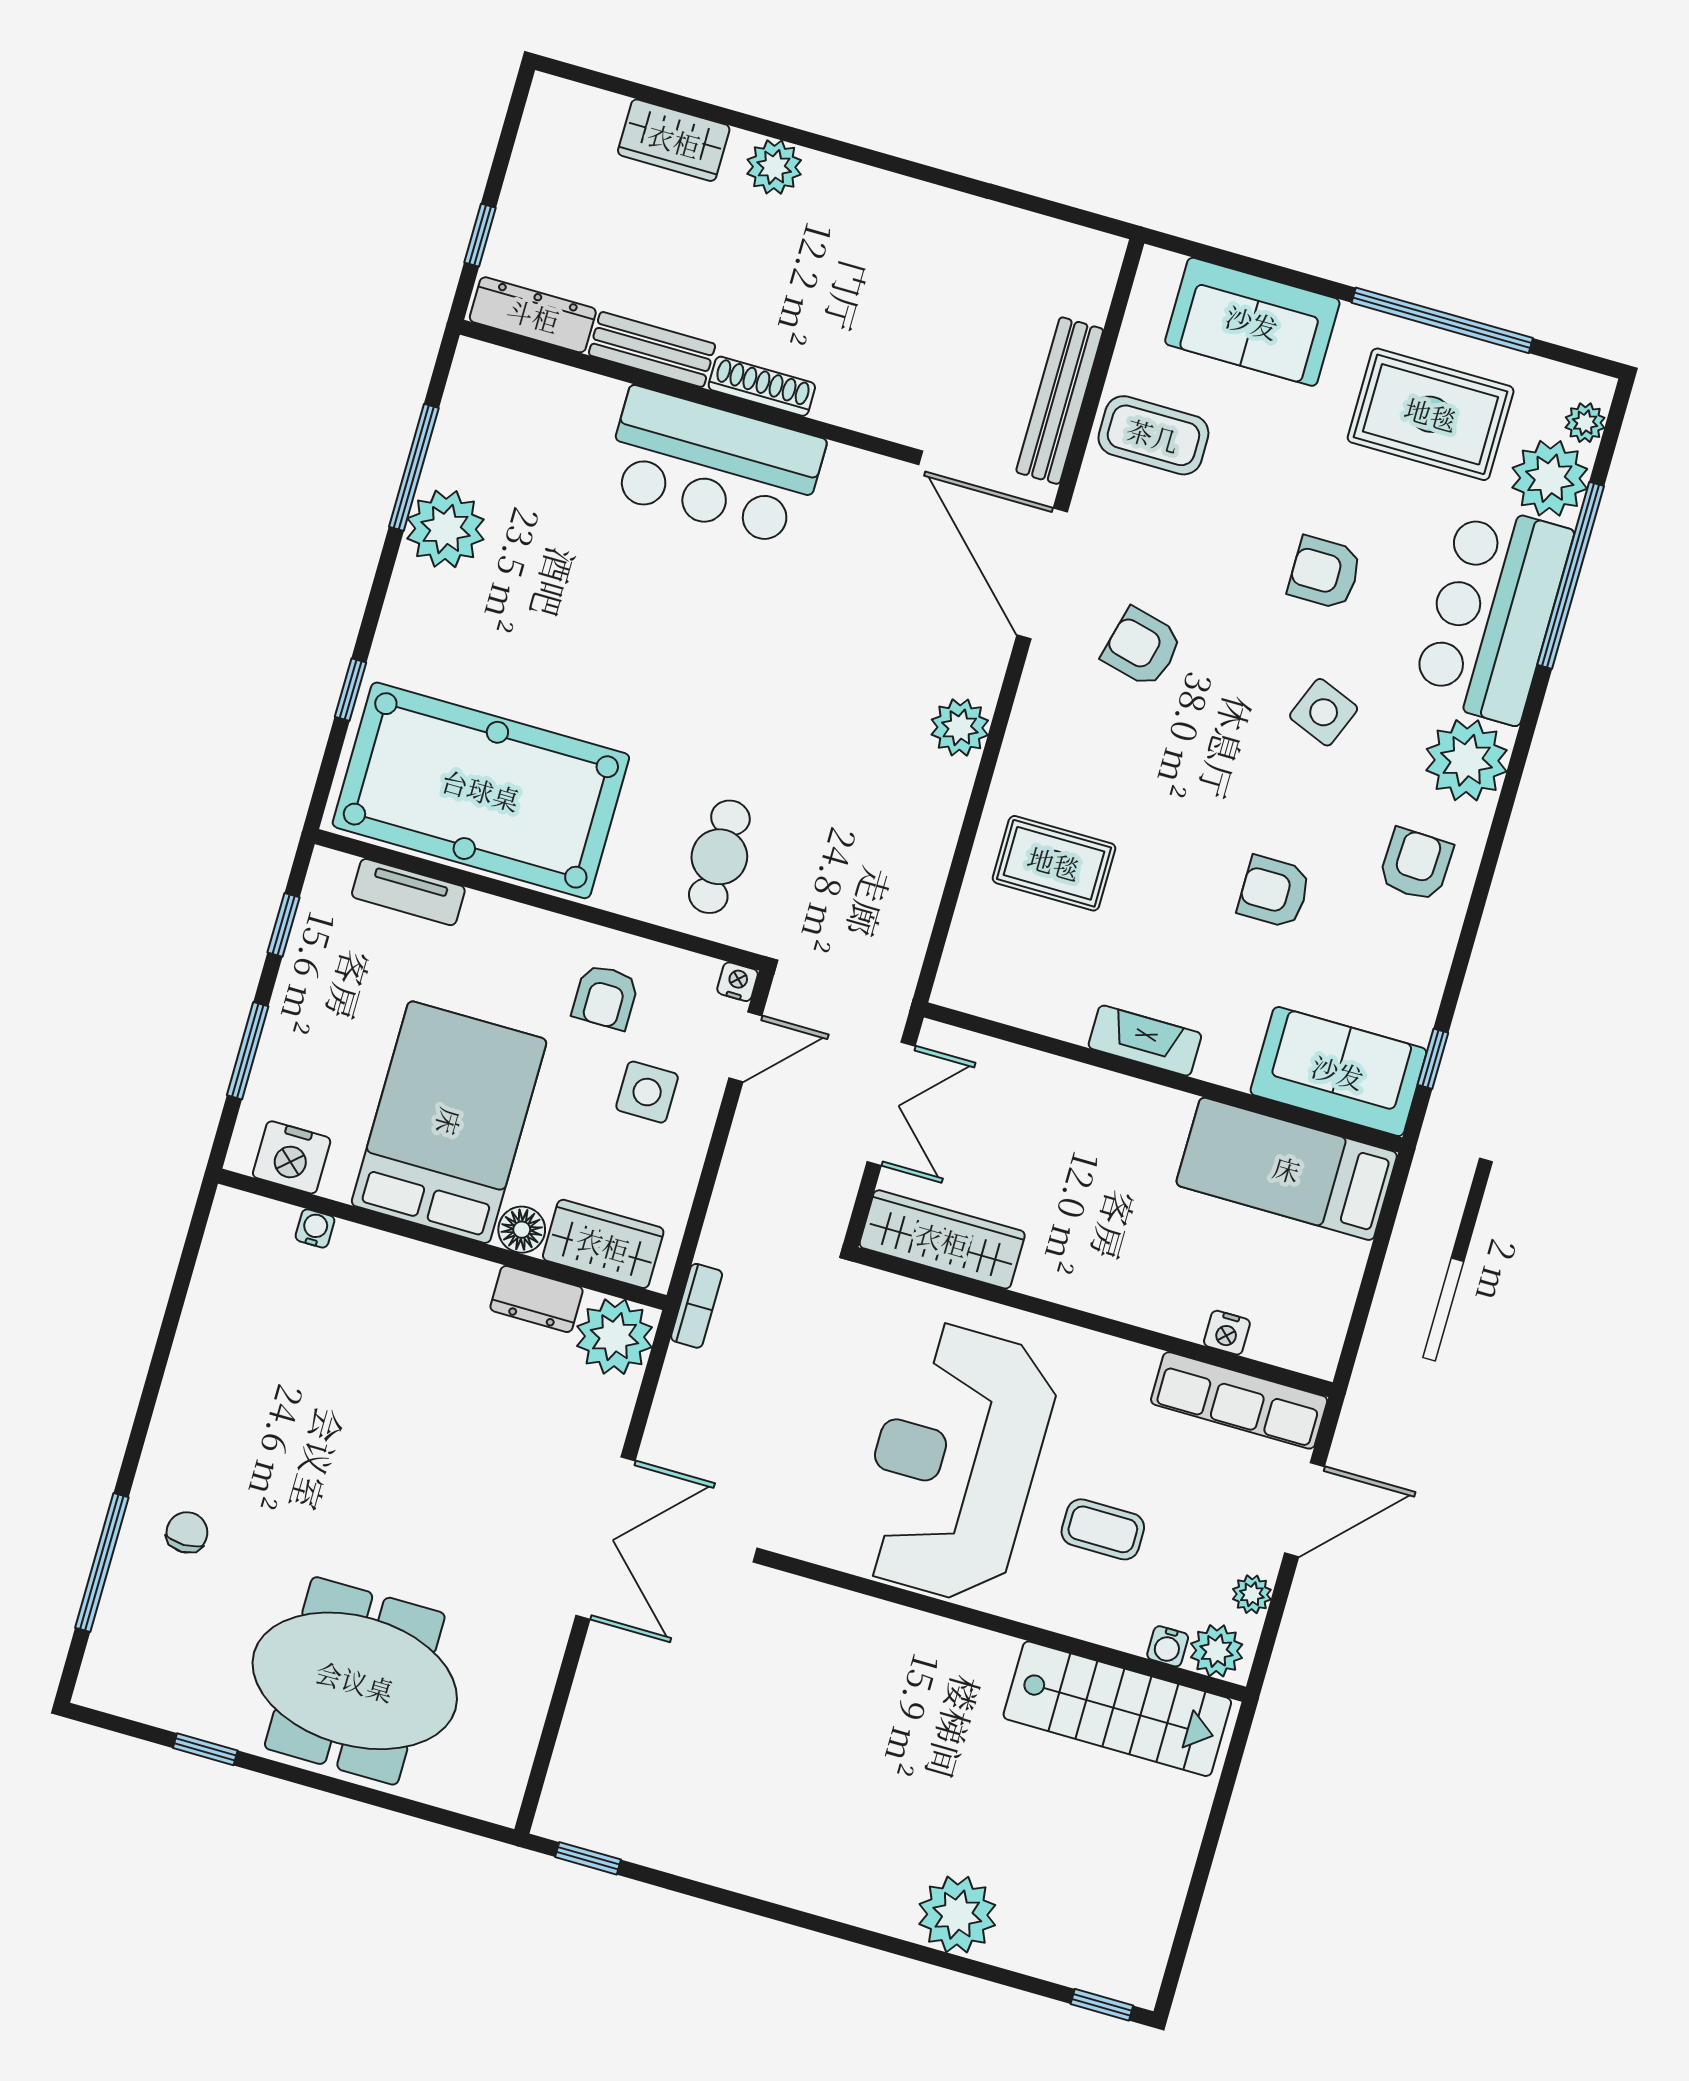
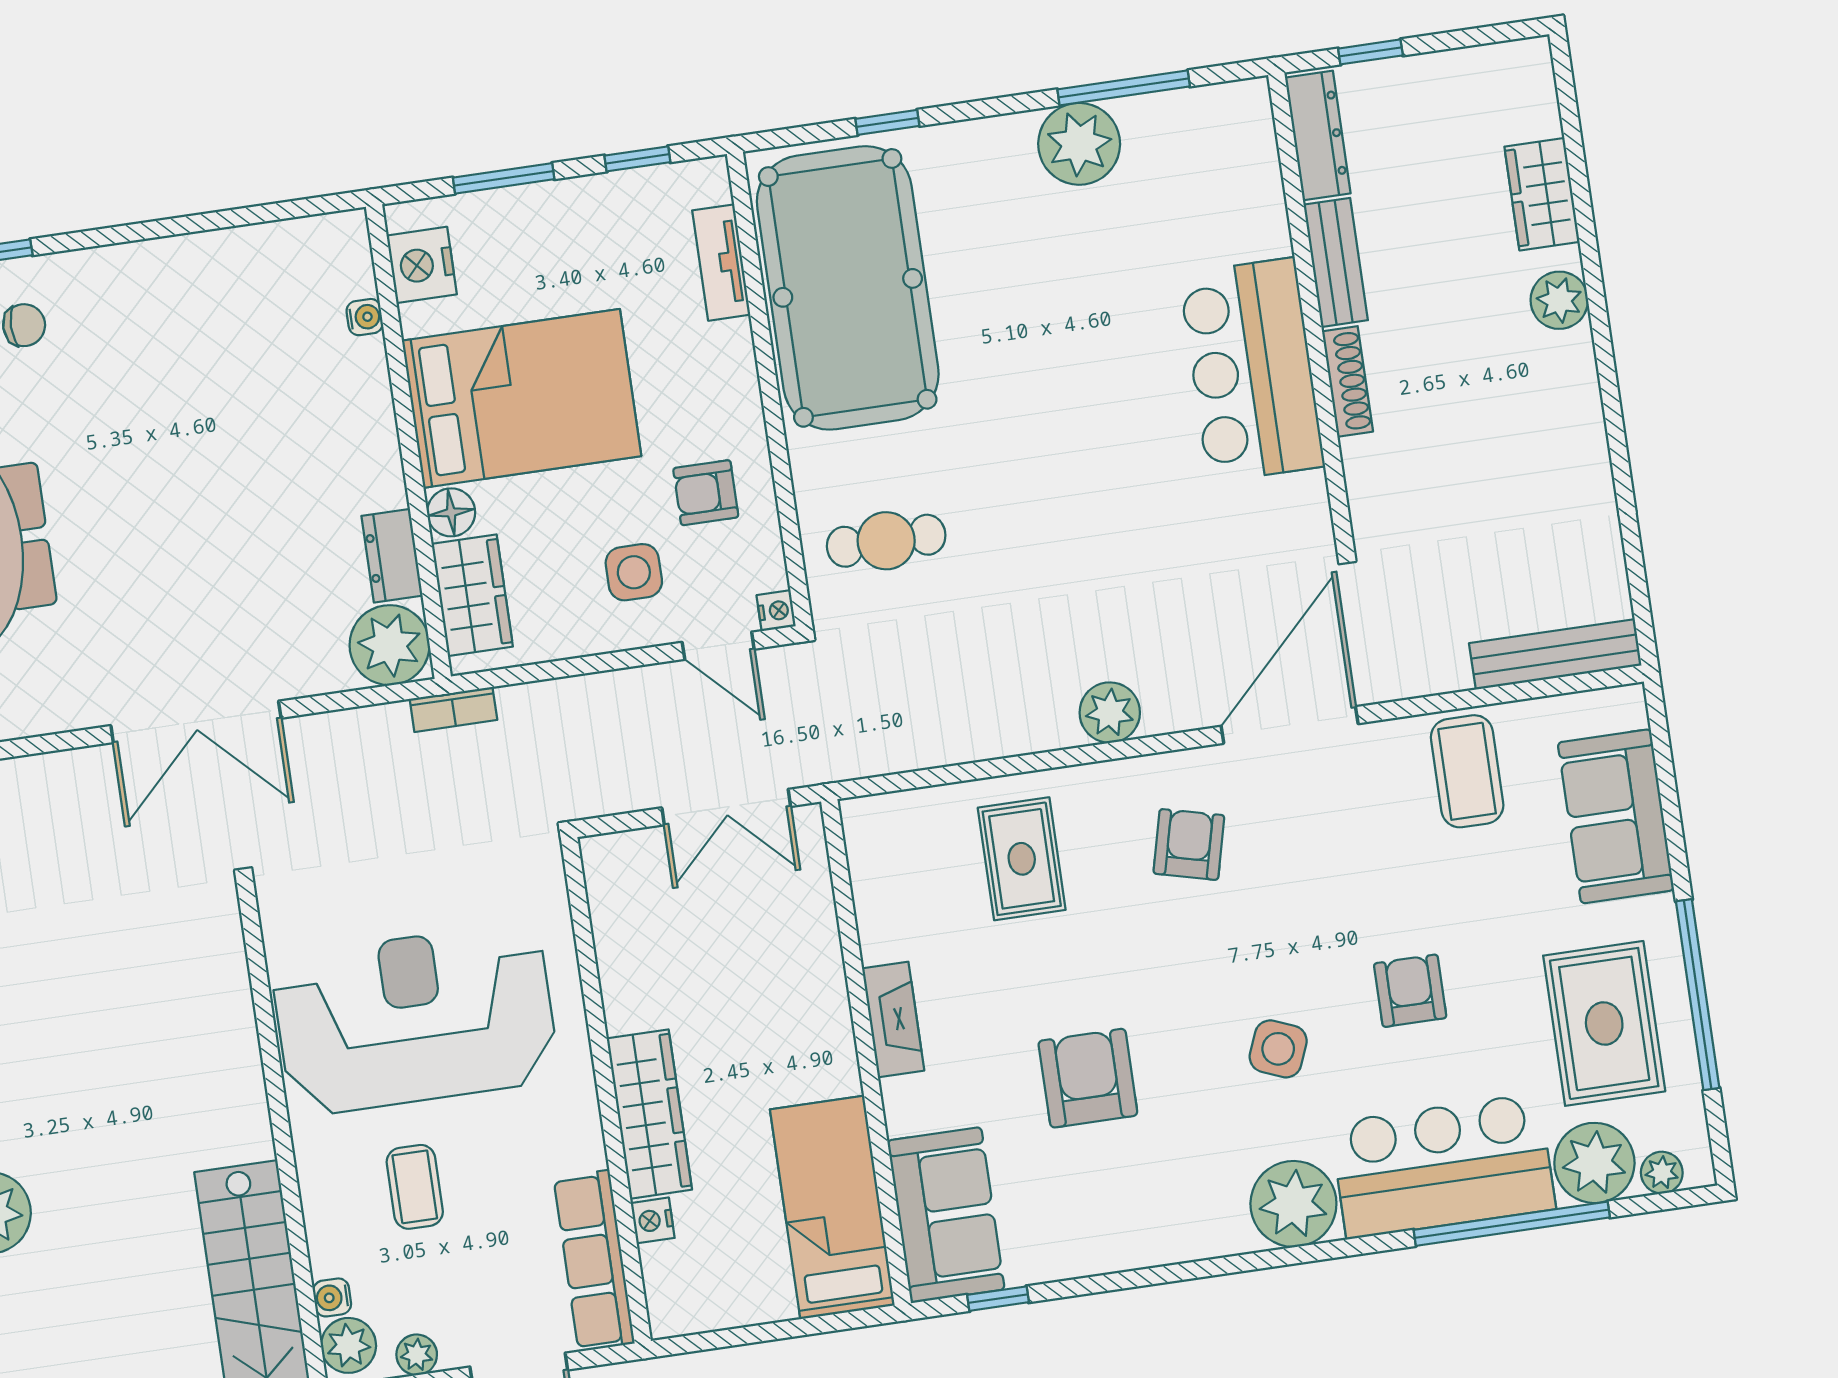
bench: (1060, 401) -> (1555, 654), moved
armchair: (1142, 647) -> (1189, 844), moved
armchair: (1416, 865) -> (1174, 1200), removed
armchair: (1274, 892) -> (1088, 1078), width x1.38, depth x1.38
wardrobe: (942, 1239) -> (649, 1114), moved

